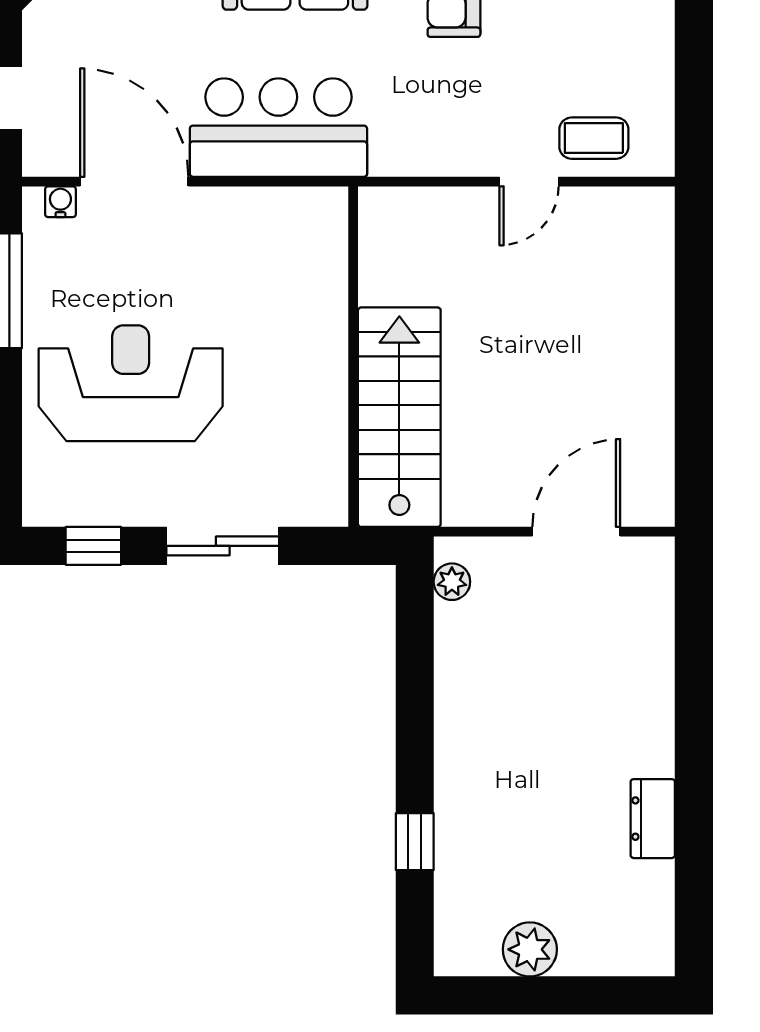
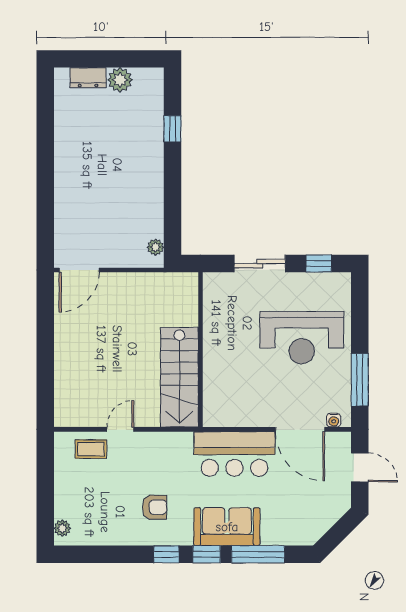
stairs: (399, 417) -> (179, 377), moved
door: (576, 532) -> (79, 270), moved
dresser: (653, 819) -> (88, 78), moved, turned 90

